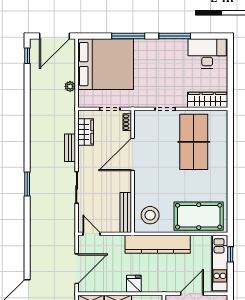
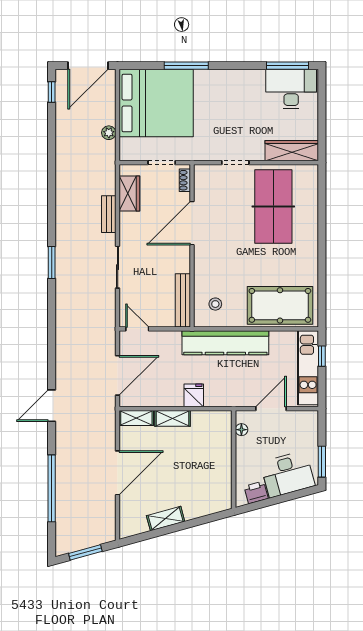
window: (175, 36) -> (288, 66), moved
stool: (150, 215) -> (215, 304), width x0.53, depth x0.53

